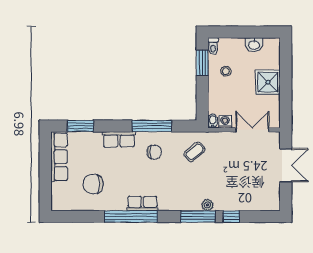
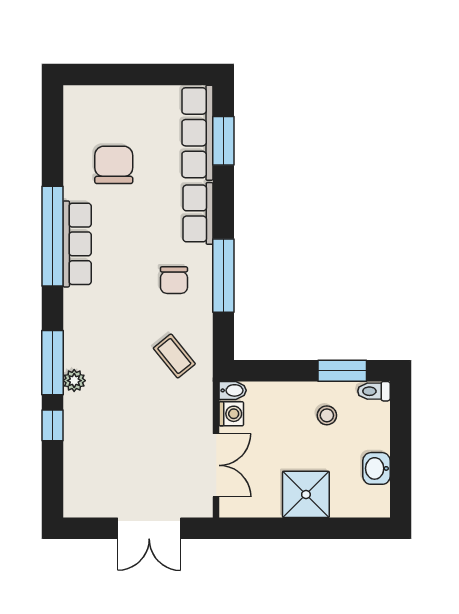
row of seats: (59, 157) -> (197, 133), moved, turned 90
row of seats: (142, 203) -> (77, 244), width x1.48

